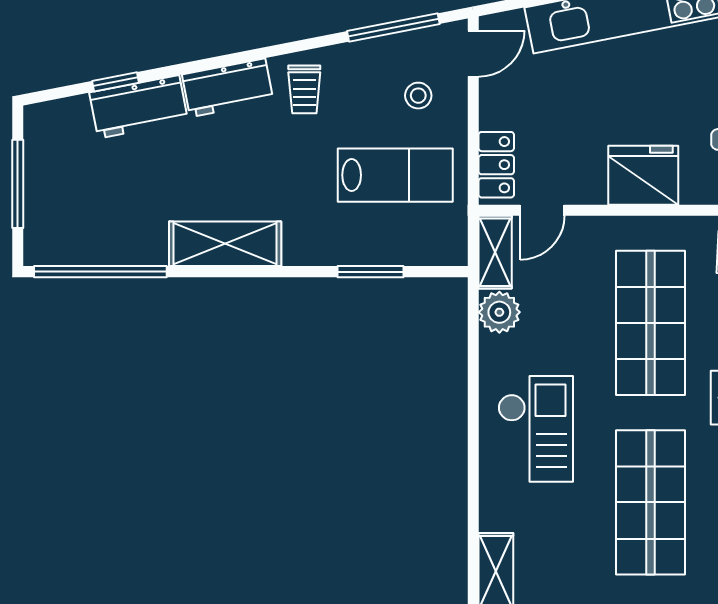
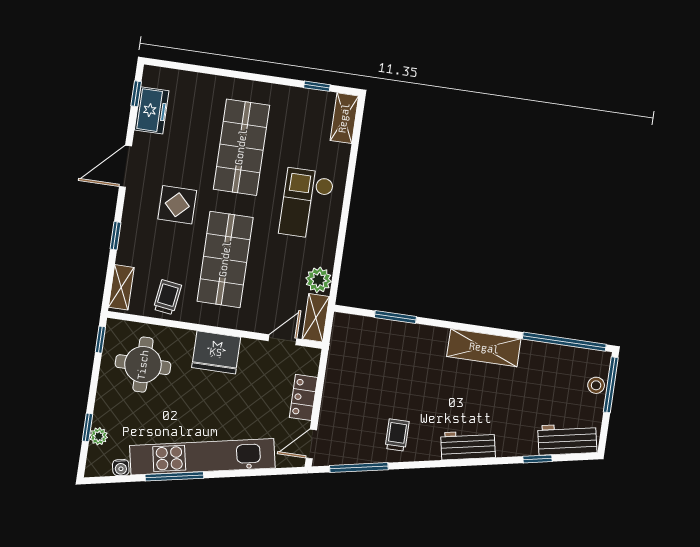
trolley: (304, 89) -> (397, 435), moved
stool: (418, 96) -> (596, 385), moved
workbench: (139, 107) -> (567, 439), moved
locker: (496, 165) -> (303, 397), moved
lab bench: (395, 175) -> (371, 375), removed
window: (18, 184) -> (611, 385), moved

